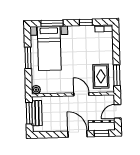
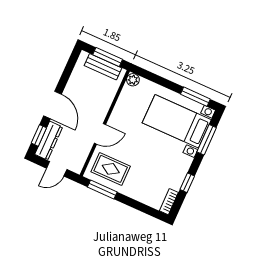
window: (28, 58) -> (195, 97), moved
door: (118, 111) -> (57, 169), swing flipped
door: (77, 134) -> (53, 105), hinge flipped

